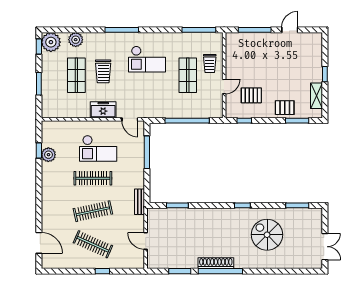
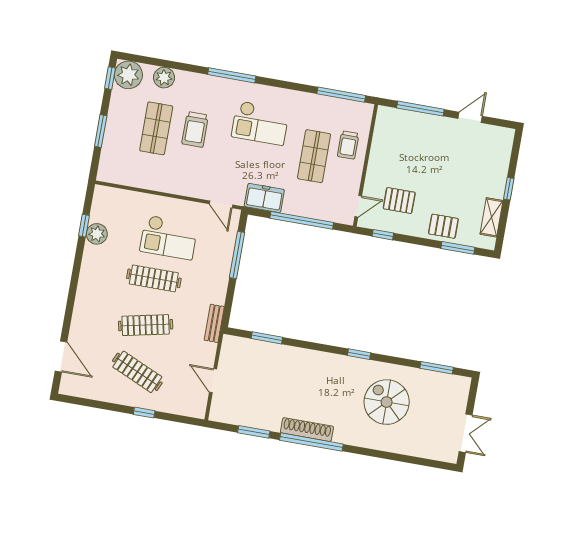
door: (224, 86) -> (358, 206), moved
freezer: (103, 110) -> (264, 198), moved

